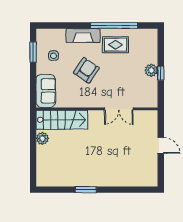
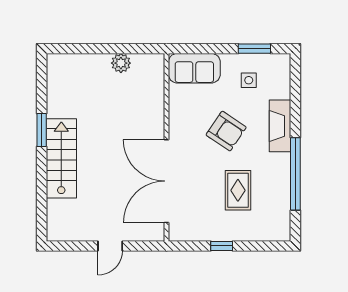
rug: (115, 45) -> (238, 190), moved
plant: (151, 70) -> (226, 231), removed
double door: (119, 109) -> (167, 181), width x1.87
stairs: (62, 120) -> (61, 158), moved, turned 180

